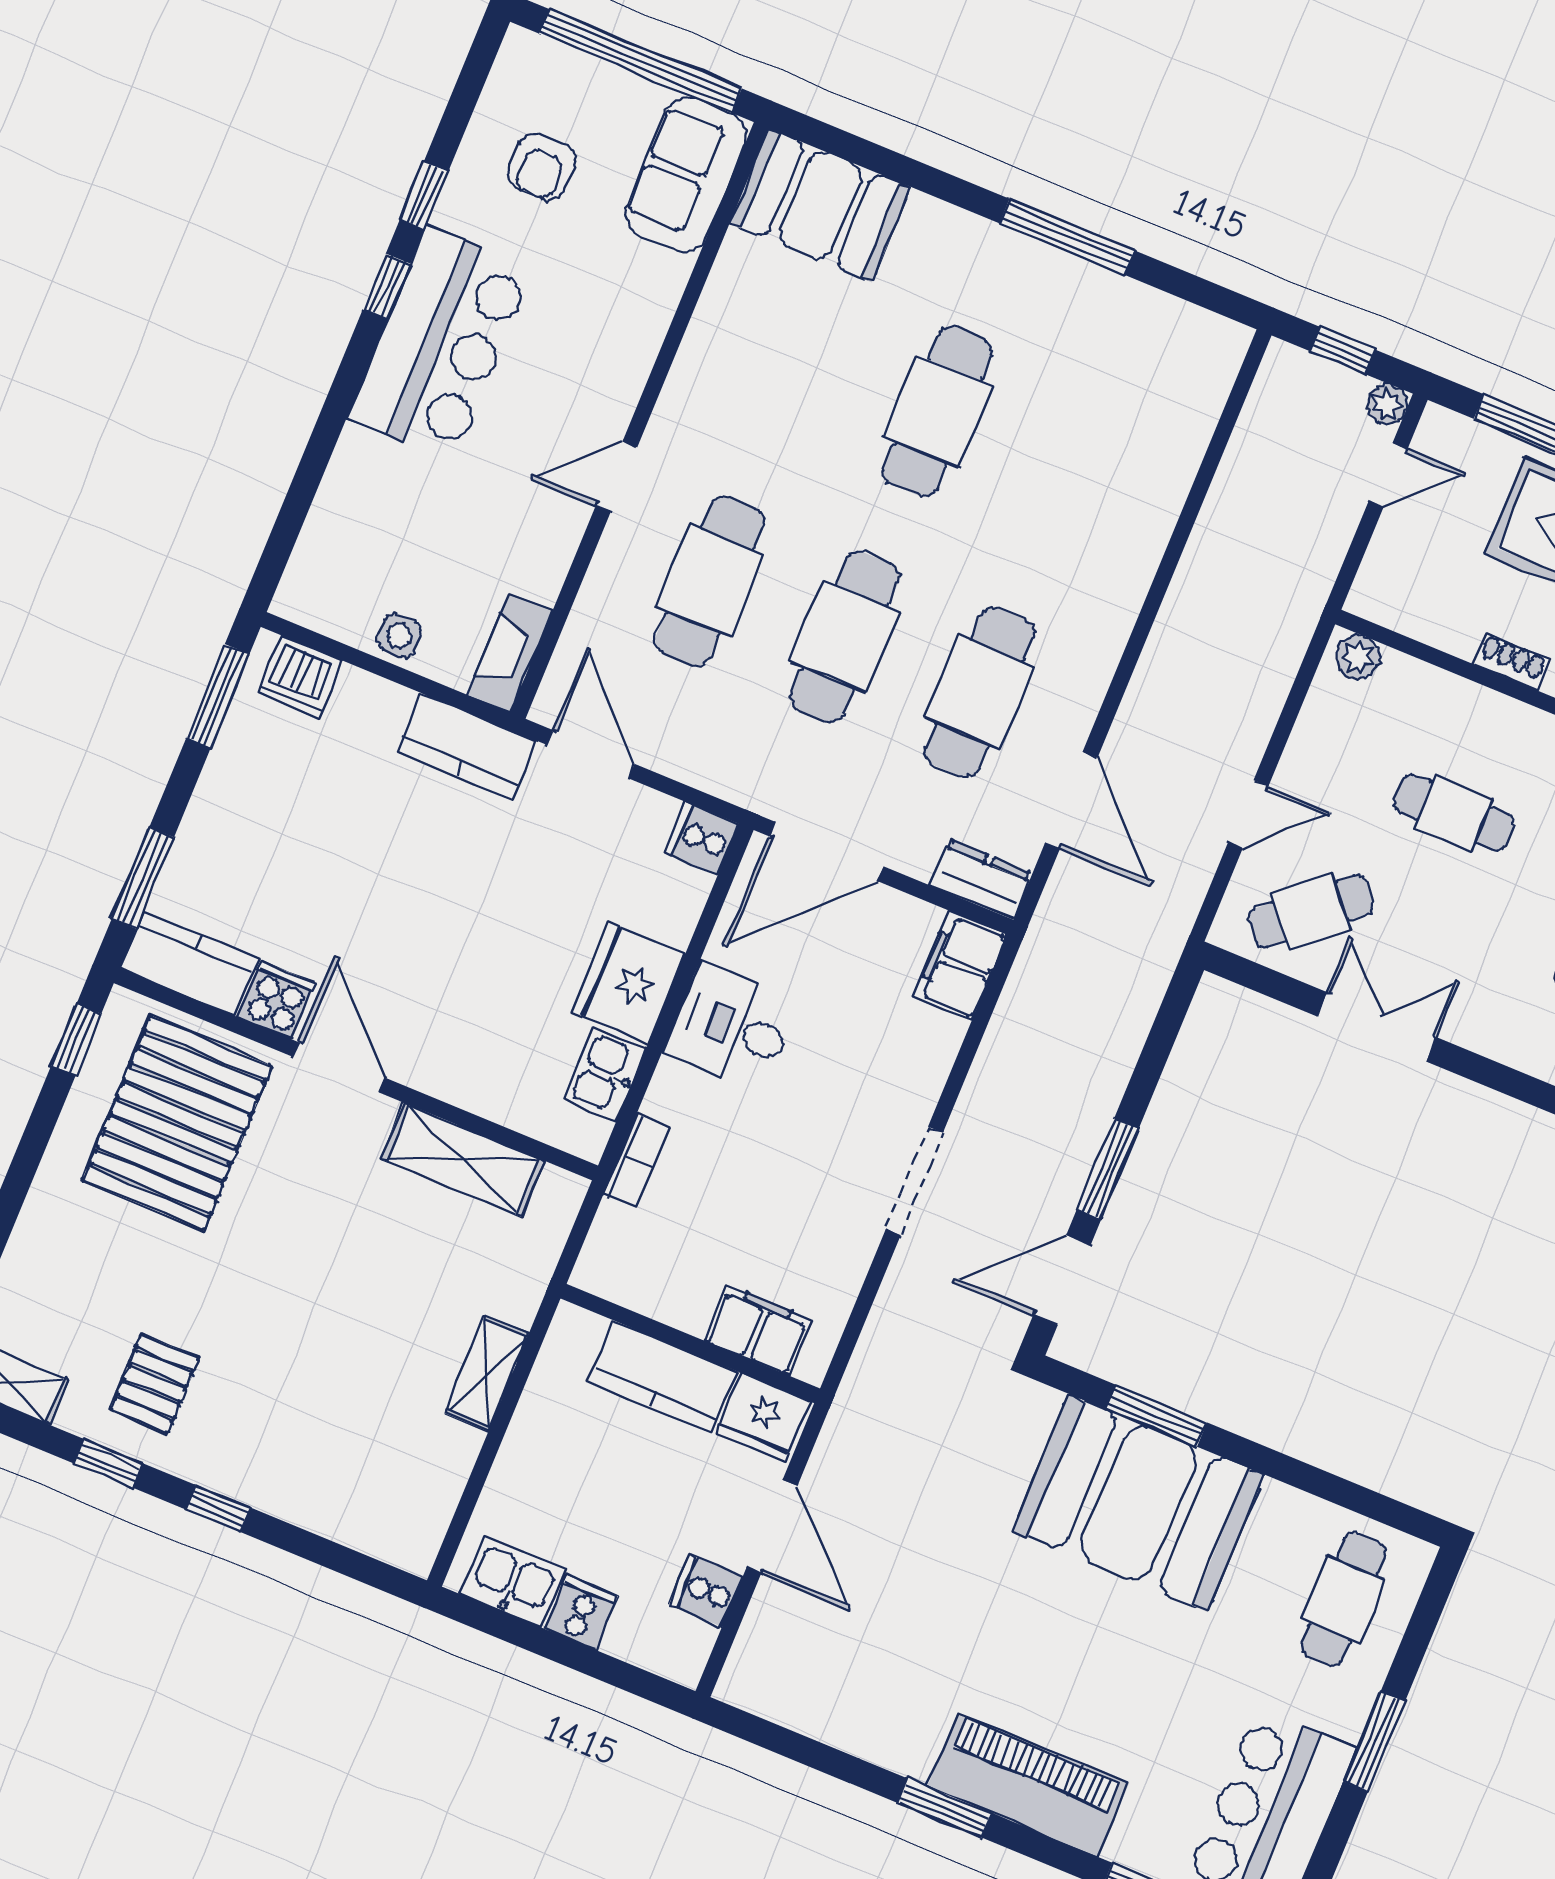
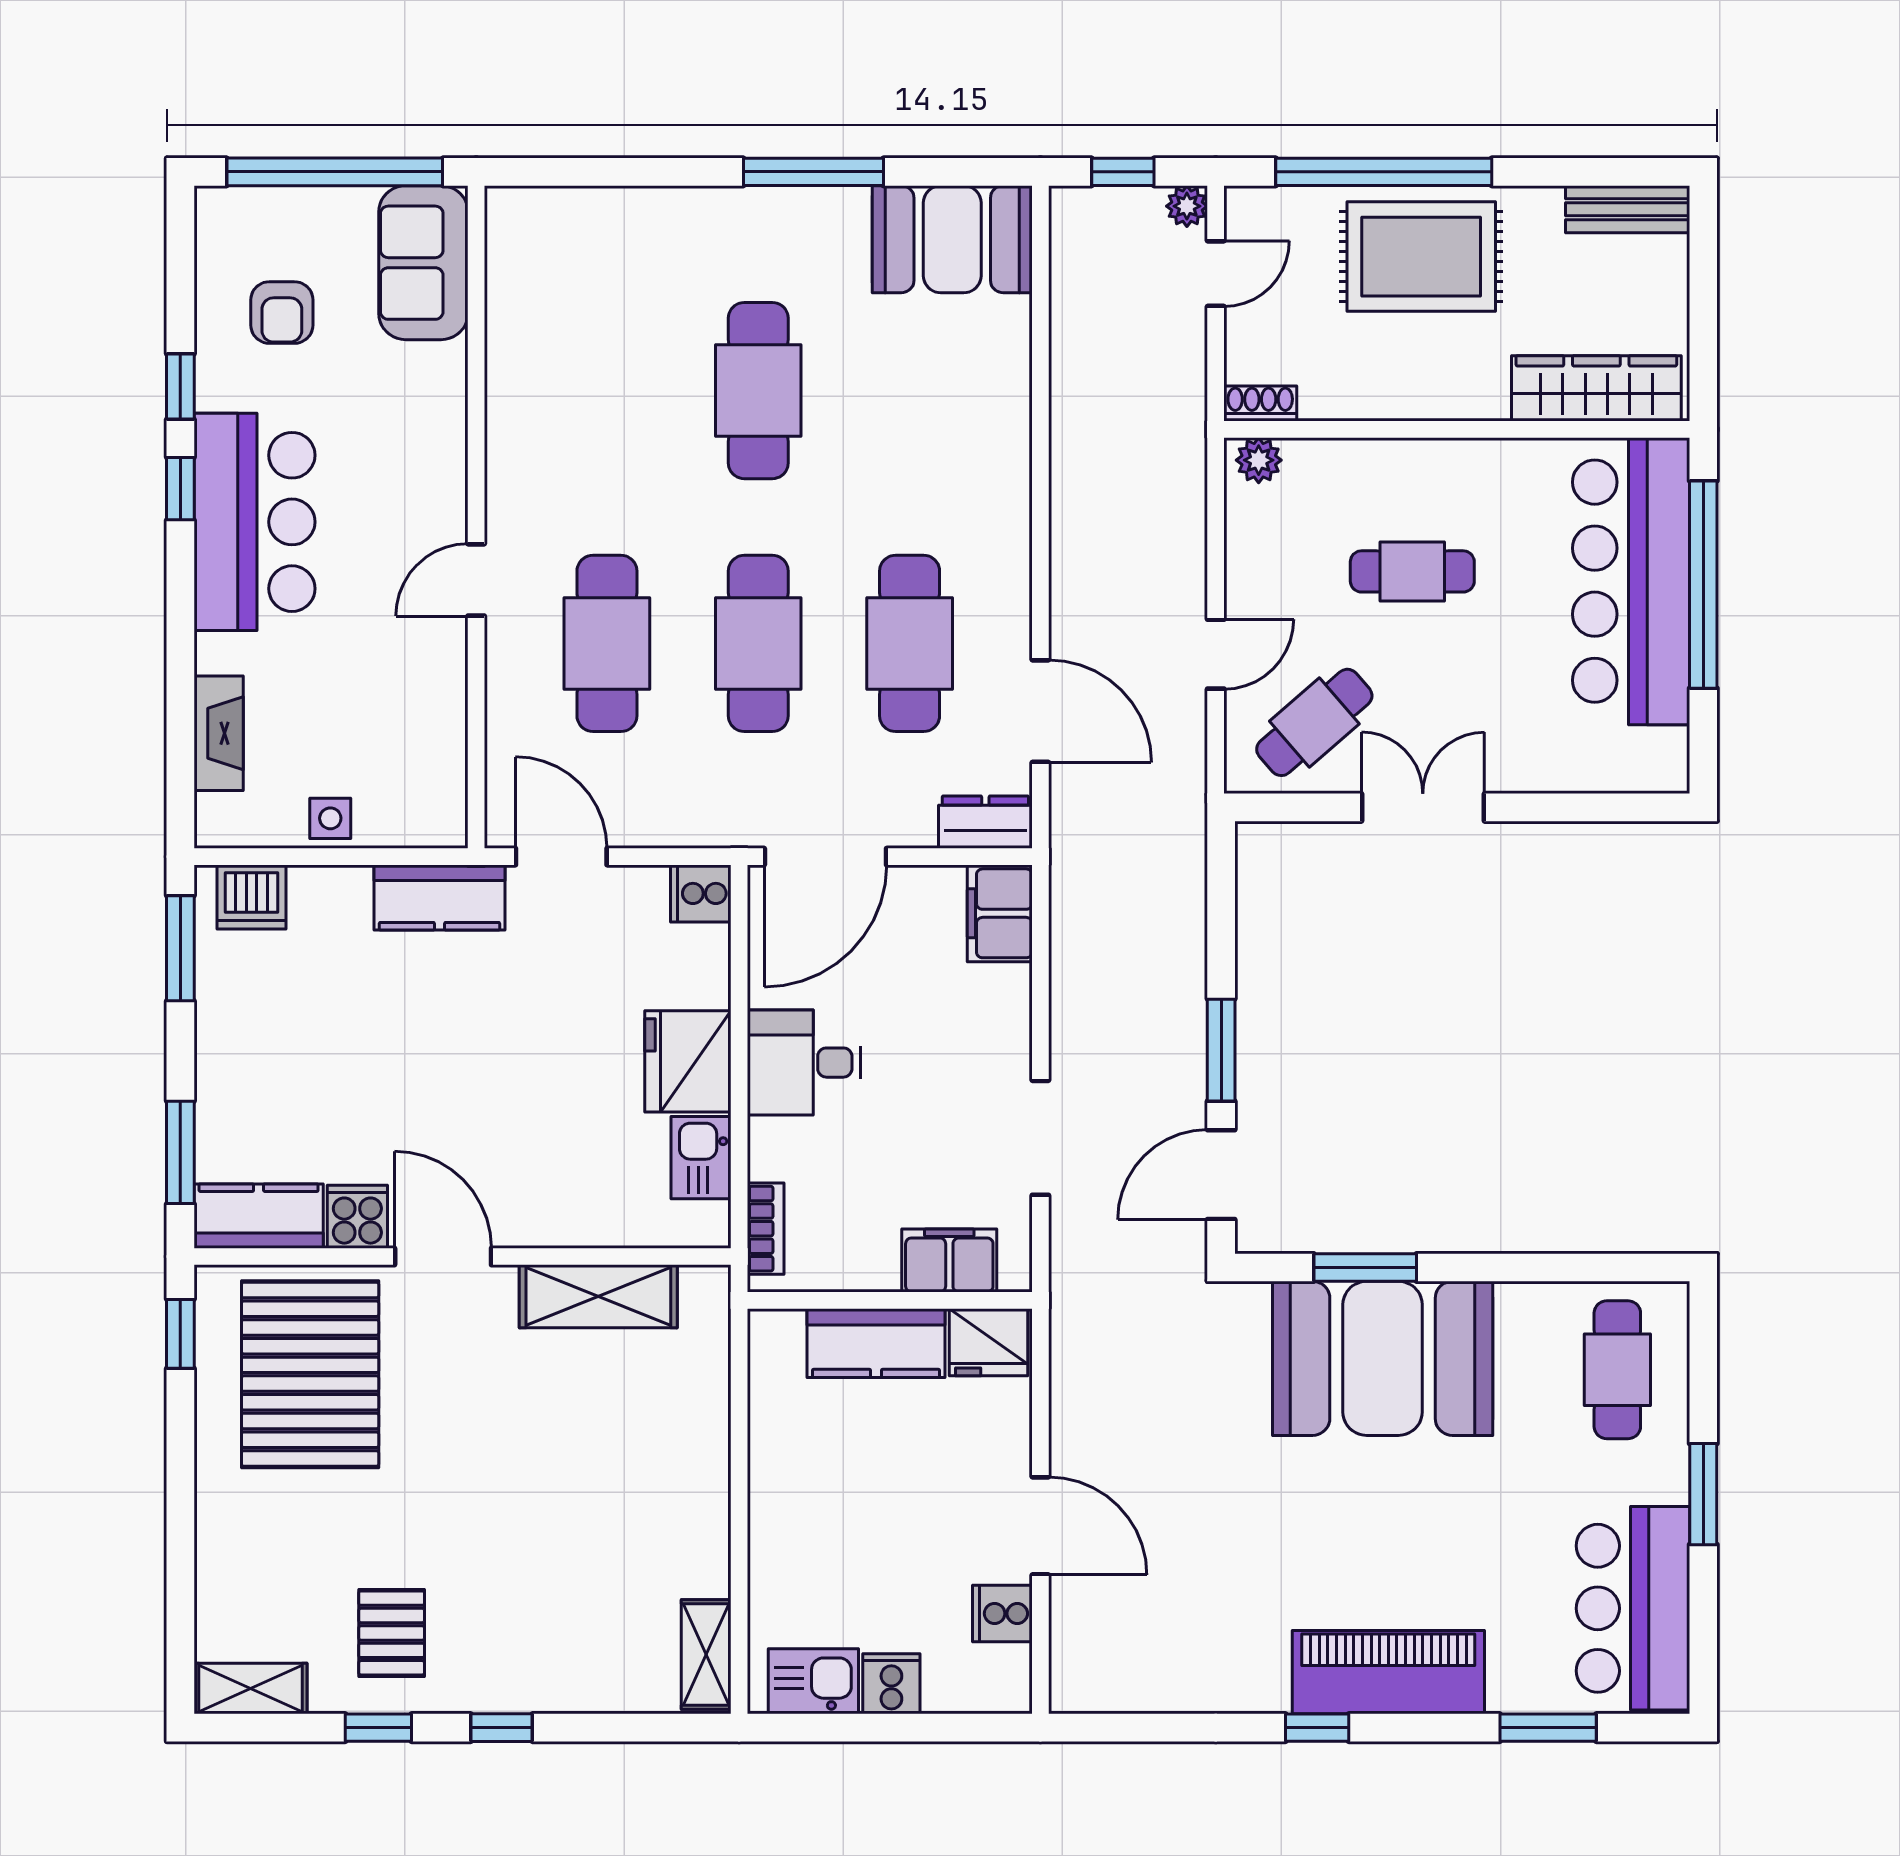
booth: (820, 205) -> (952, 239), moved
fireplace: (510, 653) -> (219, 733), moved, turned 180
shoe rack: (1511, 661) -> (1260, 403), moved
filing cabinet: (758, 1330) -> (949, 1261), moved
wall: (690, 1343) -> (890, 1300), moved
shelving: (487, 1373) -> (706, 1654), moved
kitchen counter: (662, 1376) -> (876, 1343), moved
fridge: (763, 1417) -> (988, 1342), moved
window: (944, 1808) -> (1317, 1728), width x0.67

